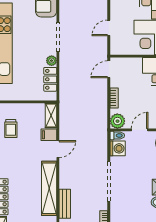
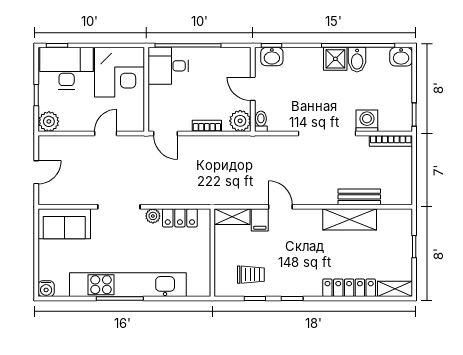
door: (109, 28) -> (106, 133), swing flipped
washing machine: (118, 148) -> (367, 121), moved
shelving: (49, 188) -> (350, 219), width x0.68

